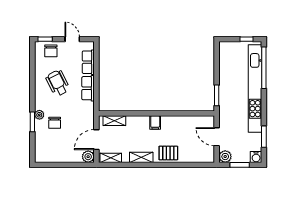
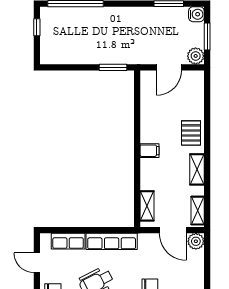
door: (72, 39) -> (37, 263), hinge flipped
row of seats: (88, 88) -> (112, 241), width x1.48
kitchen unit: (255, 88) -> (104, 16), removed

